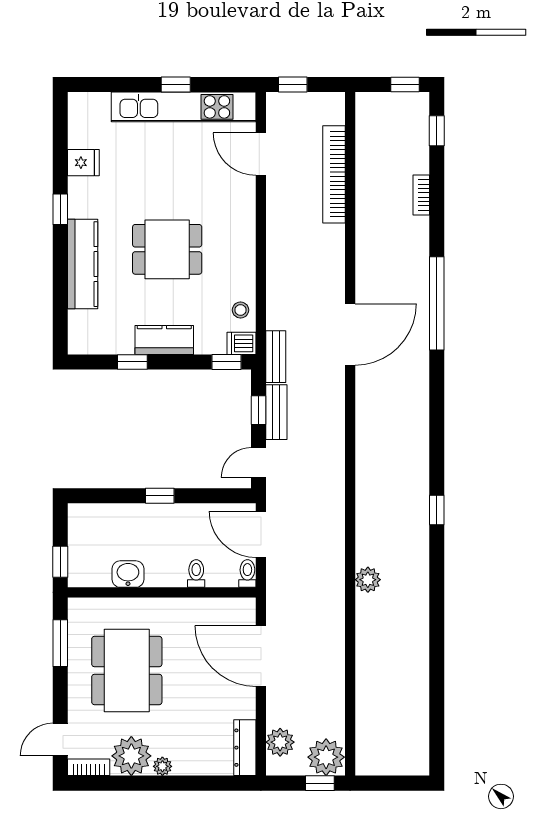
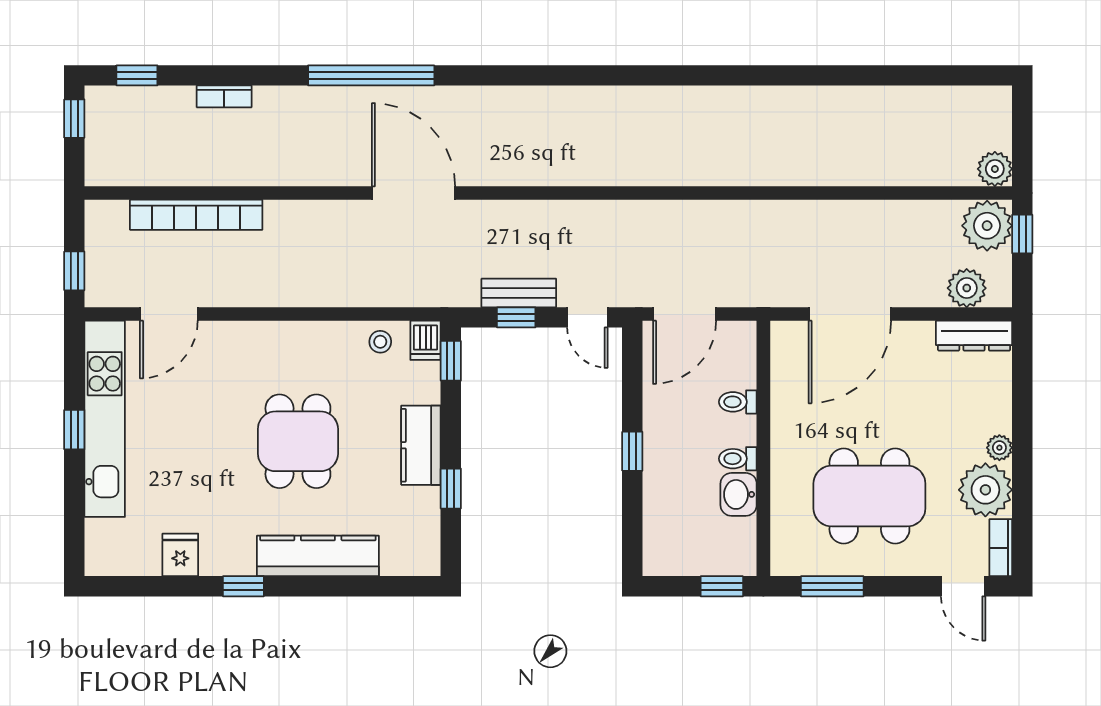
bench: (276, 357) -> (443, 294), removed
window: (437, 510) -> (652, 75), removed
toilet: (247, 573) -> (738, 459), moved
plant: (368, 580) -> (995, 169), moved

